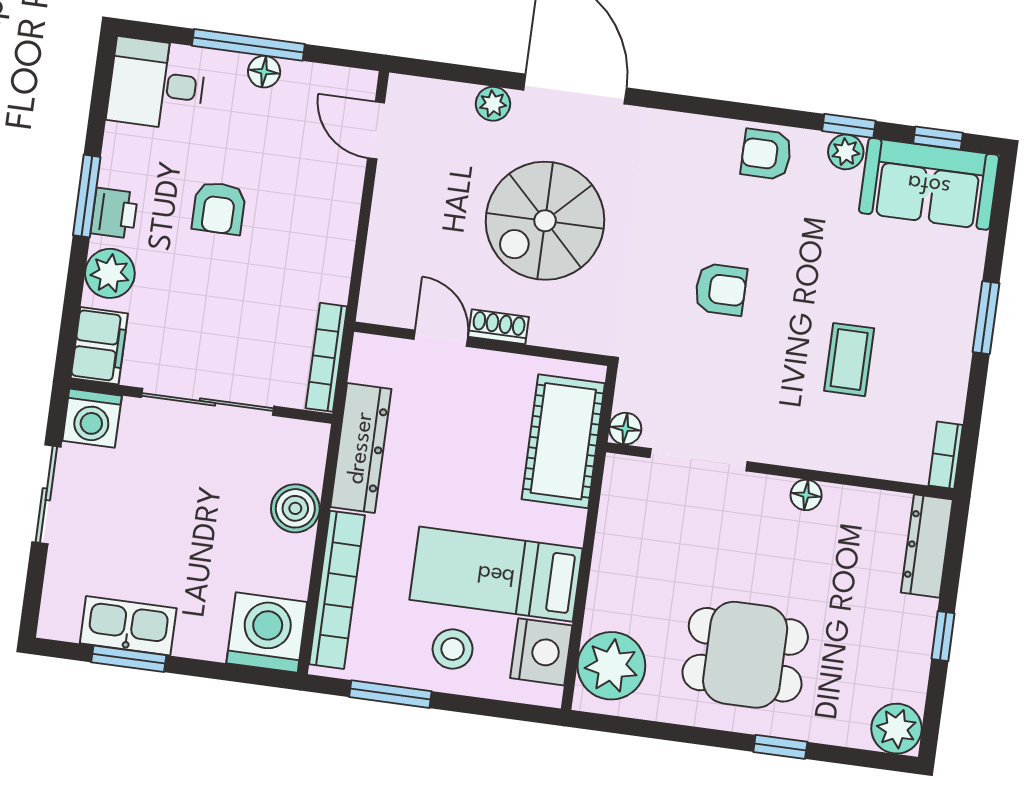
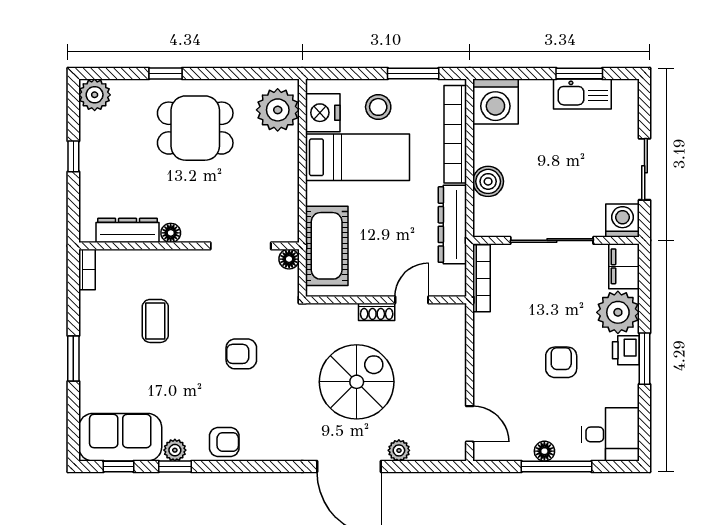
plant: (110, 273) -> (618, 312), width x1.36, depth x1.36
door: (441, 338) -> (412, 300), swing flipped
dresser: (927, 546) -> (128, 230), moved, turned -90

